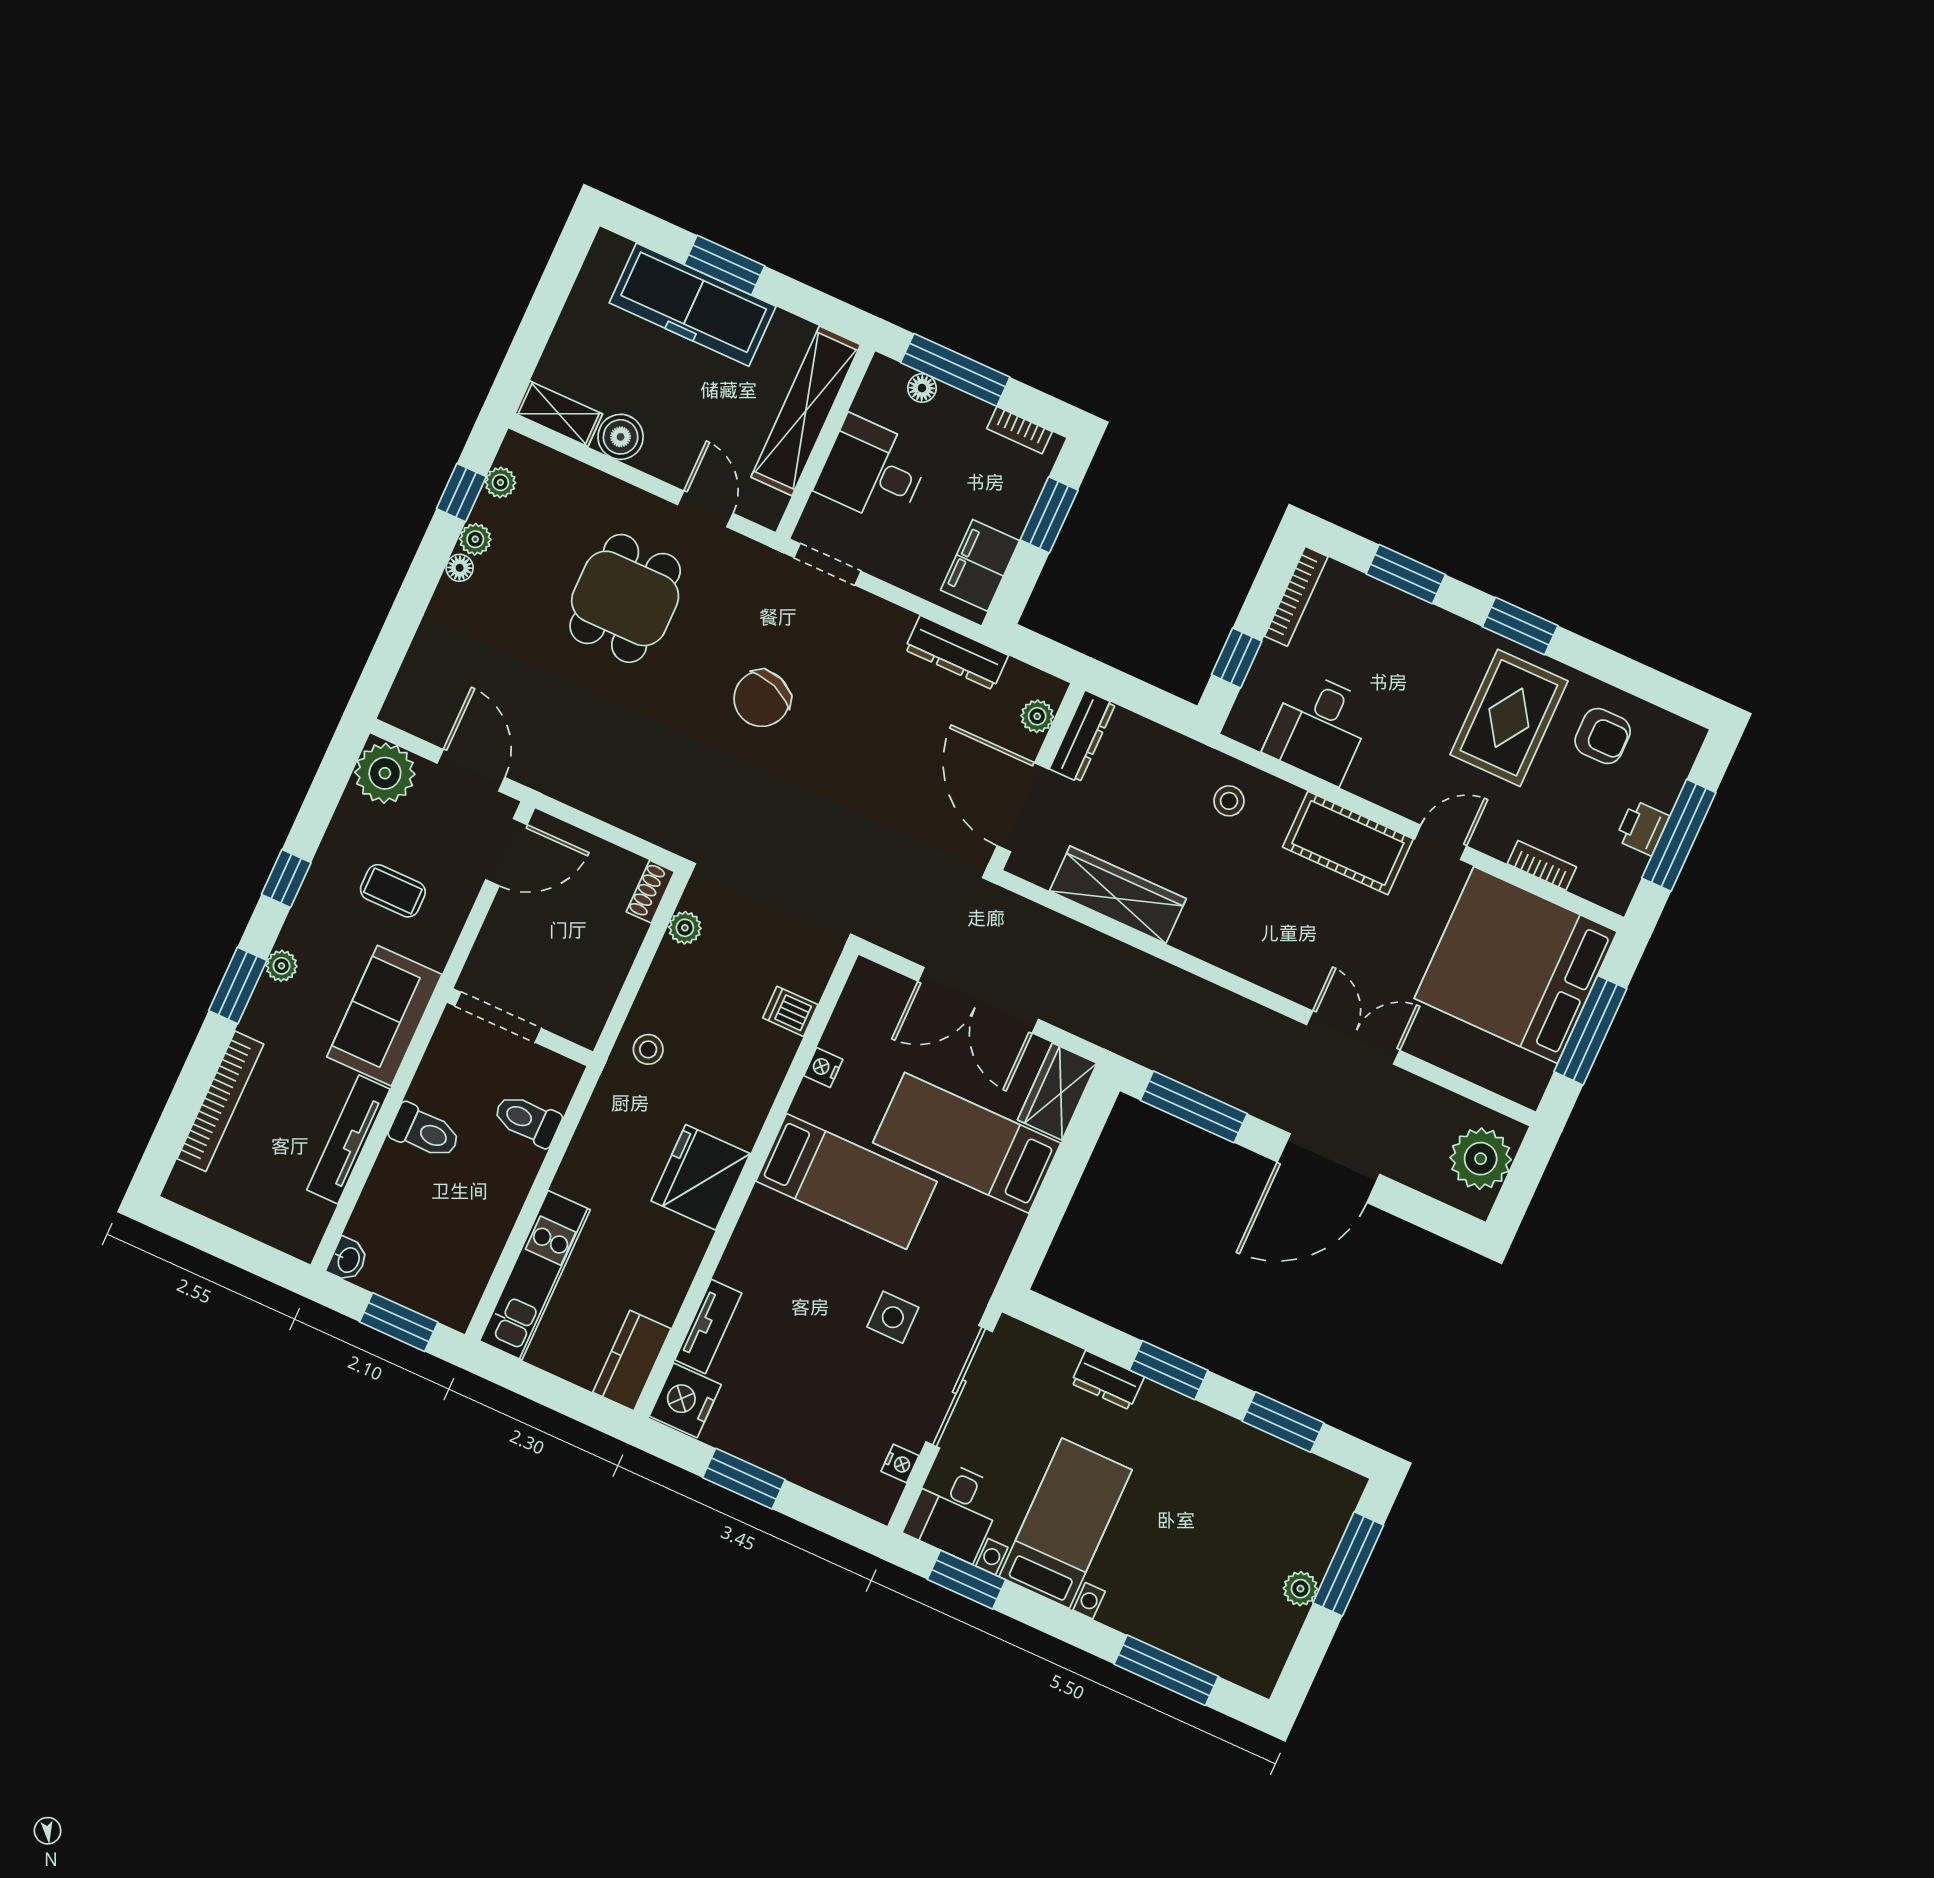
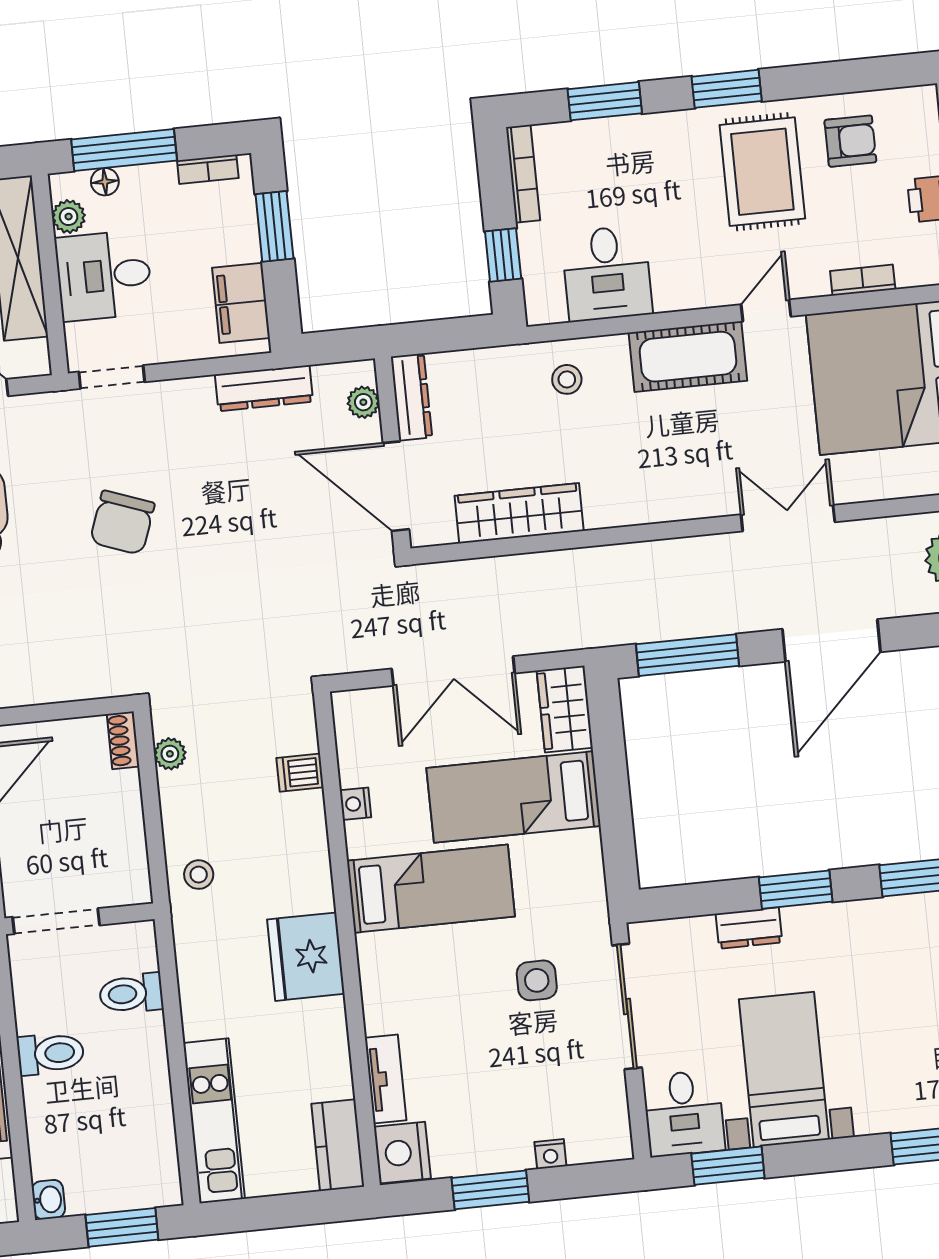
plant: (872, 400) -> (69, 217), added
nightstand: (900, 1464) -> (550, 1154), moved, turned 90

